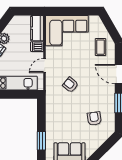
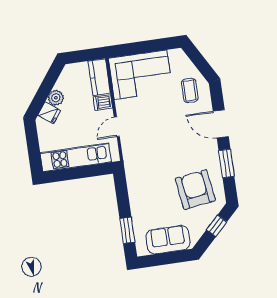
armchair: (70, 85) -> (156, 148), removed
armchair: (94, 119) -> (195, 190), width x1.88, depth x1.88
window: (106, 147) -> (217, 226), added

